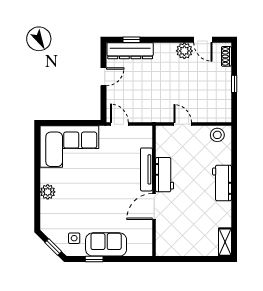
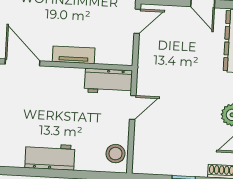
tv unit: (146, 169) -> (74, 55), width x0.71
workbench: (165, 175) -> (108, 81), moved

